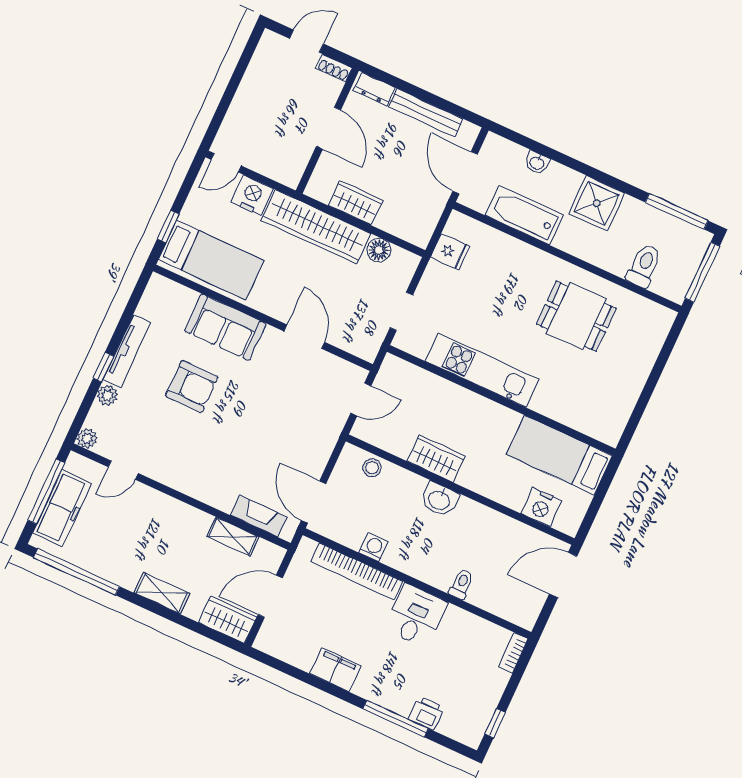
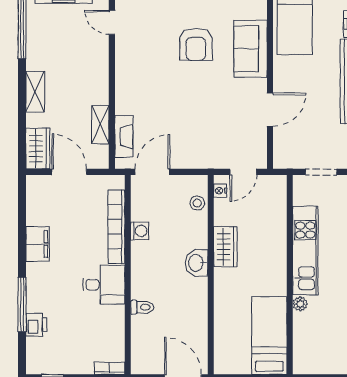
door: (361, 399) -> (243, 172), hinge flipped
plant: (540, 404) -> (300, 304), added
nightstand: (541, 507) -> (220, 191), moved, width x0.53, depth x0.56

